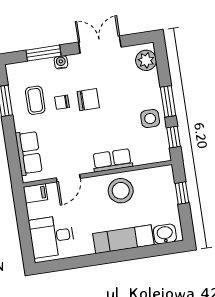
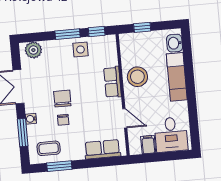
coffee table: (35, 100) -> (49, 148), moved
filing cabinet: (35, 193) -> (148, 145), moved

